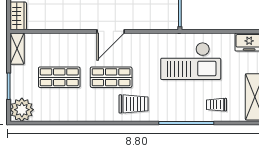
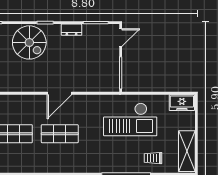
trolley: (133, 104) -> (80, 157), removed

